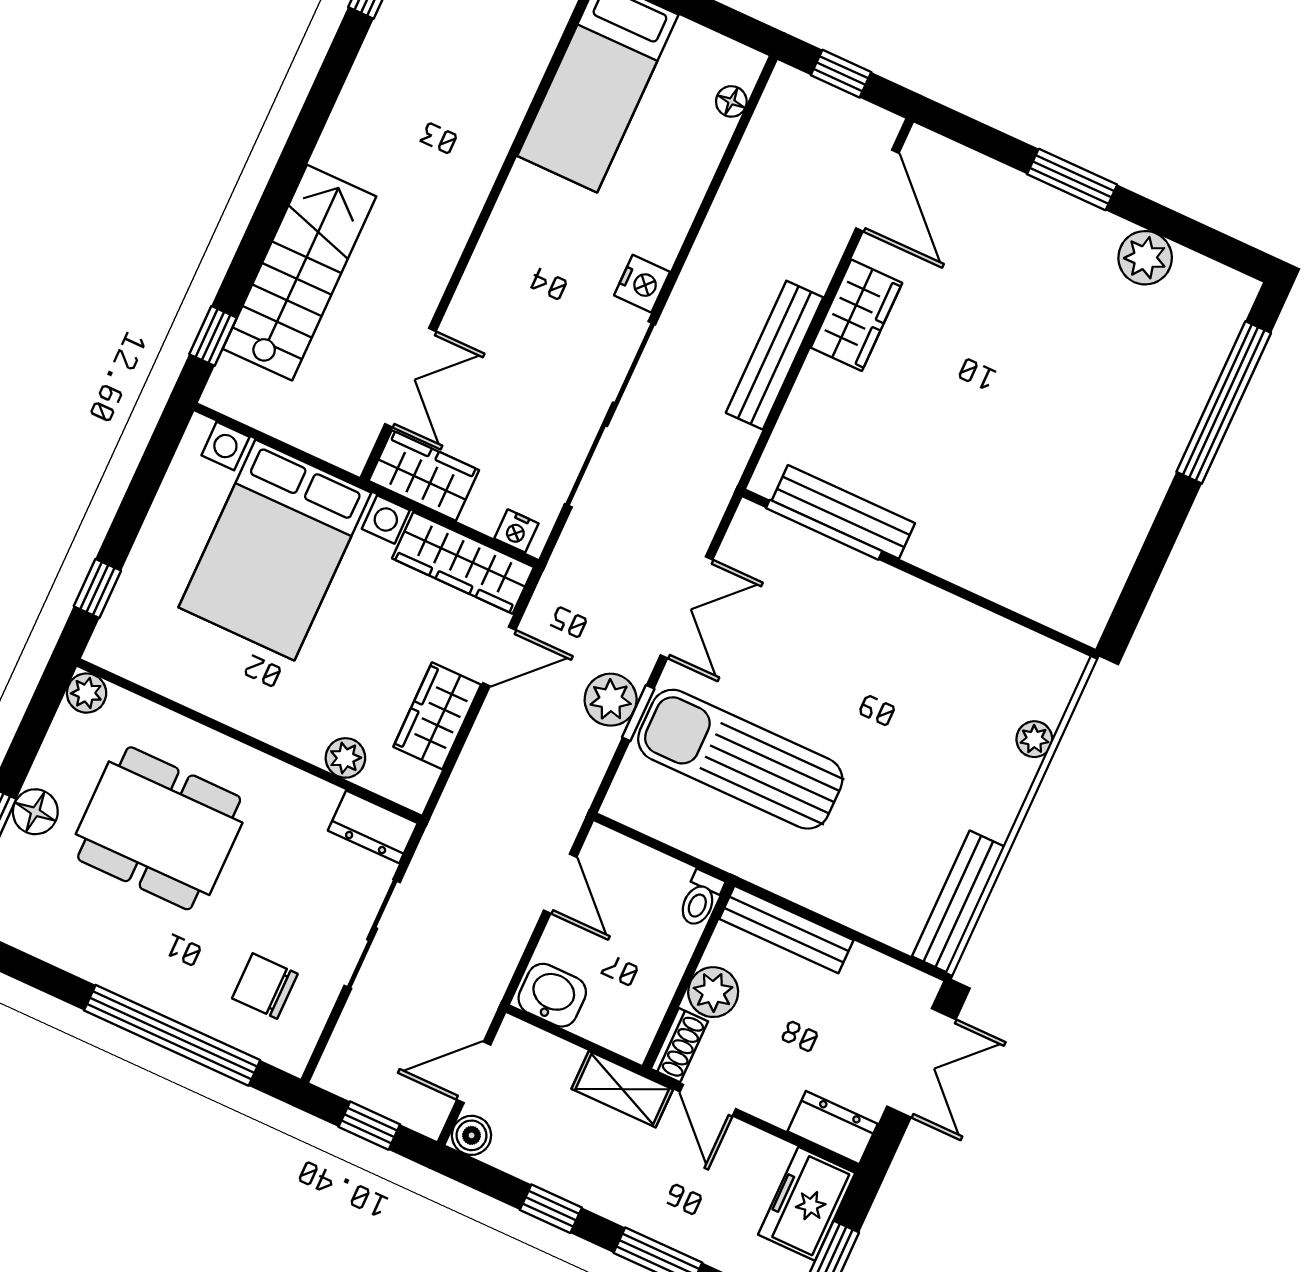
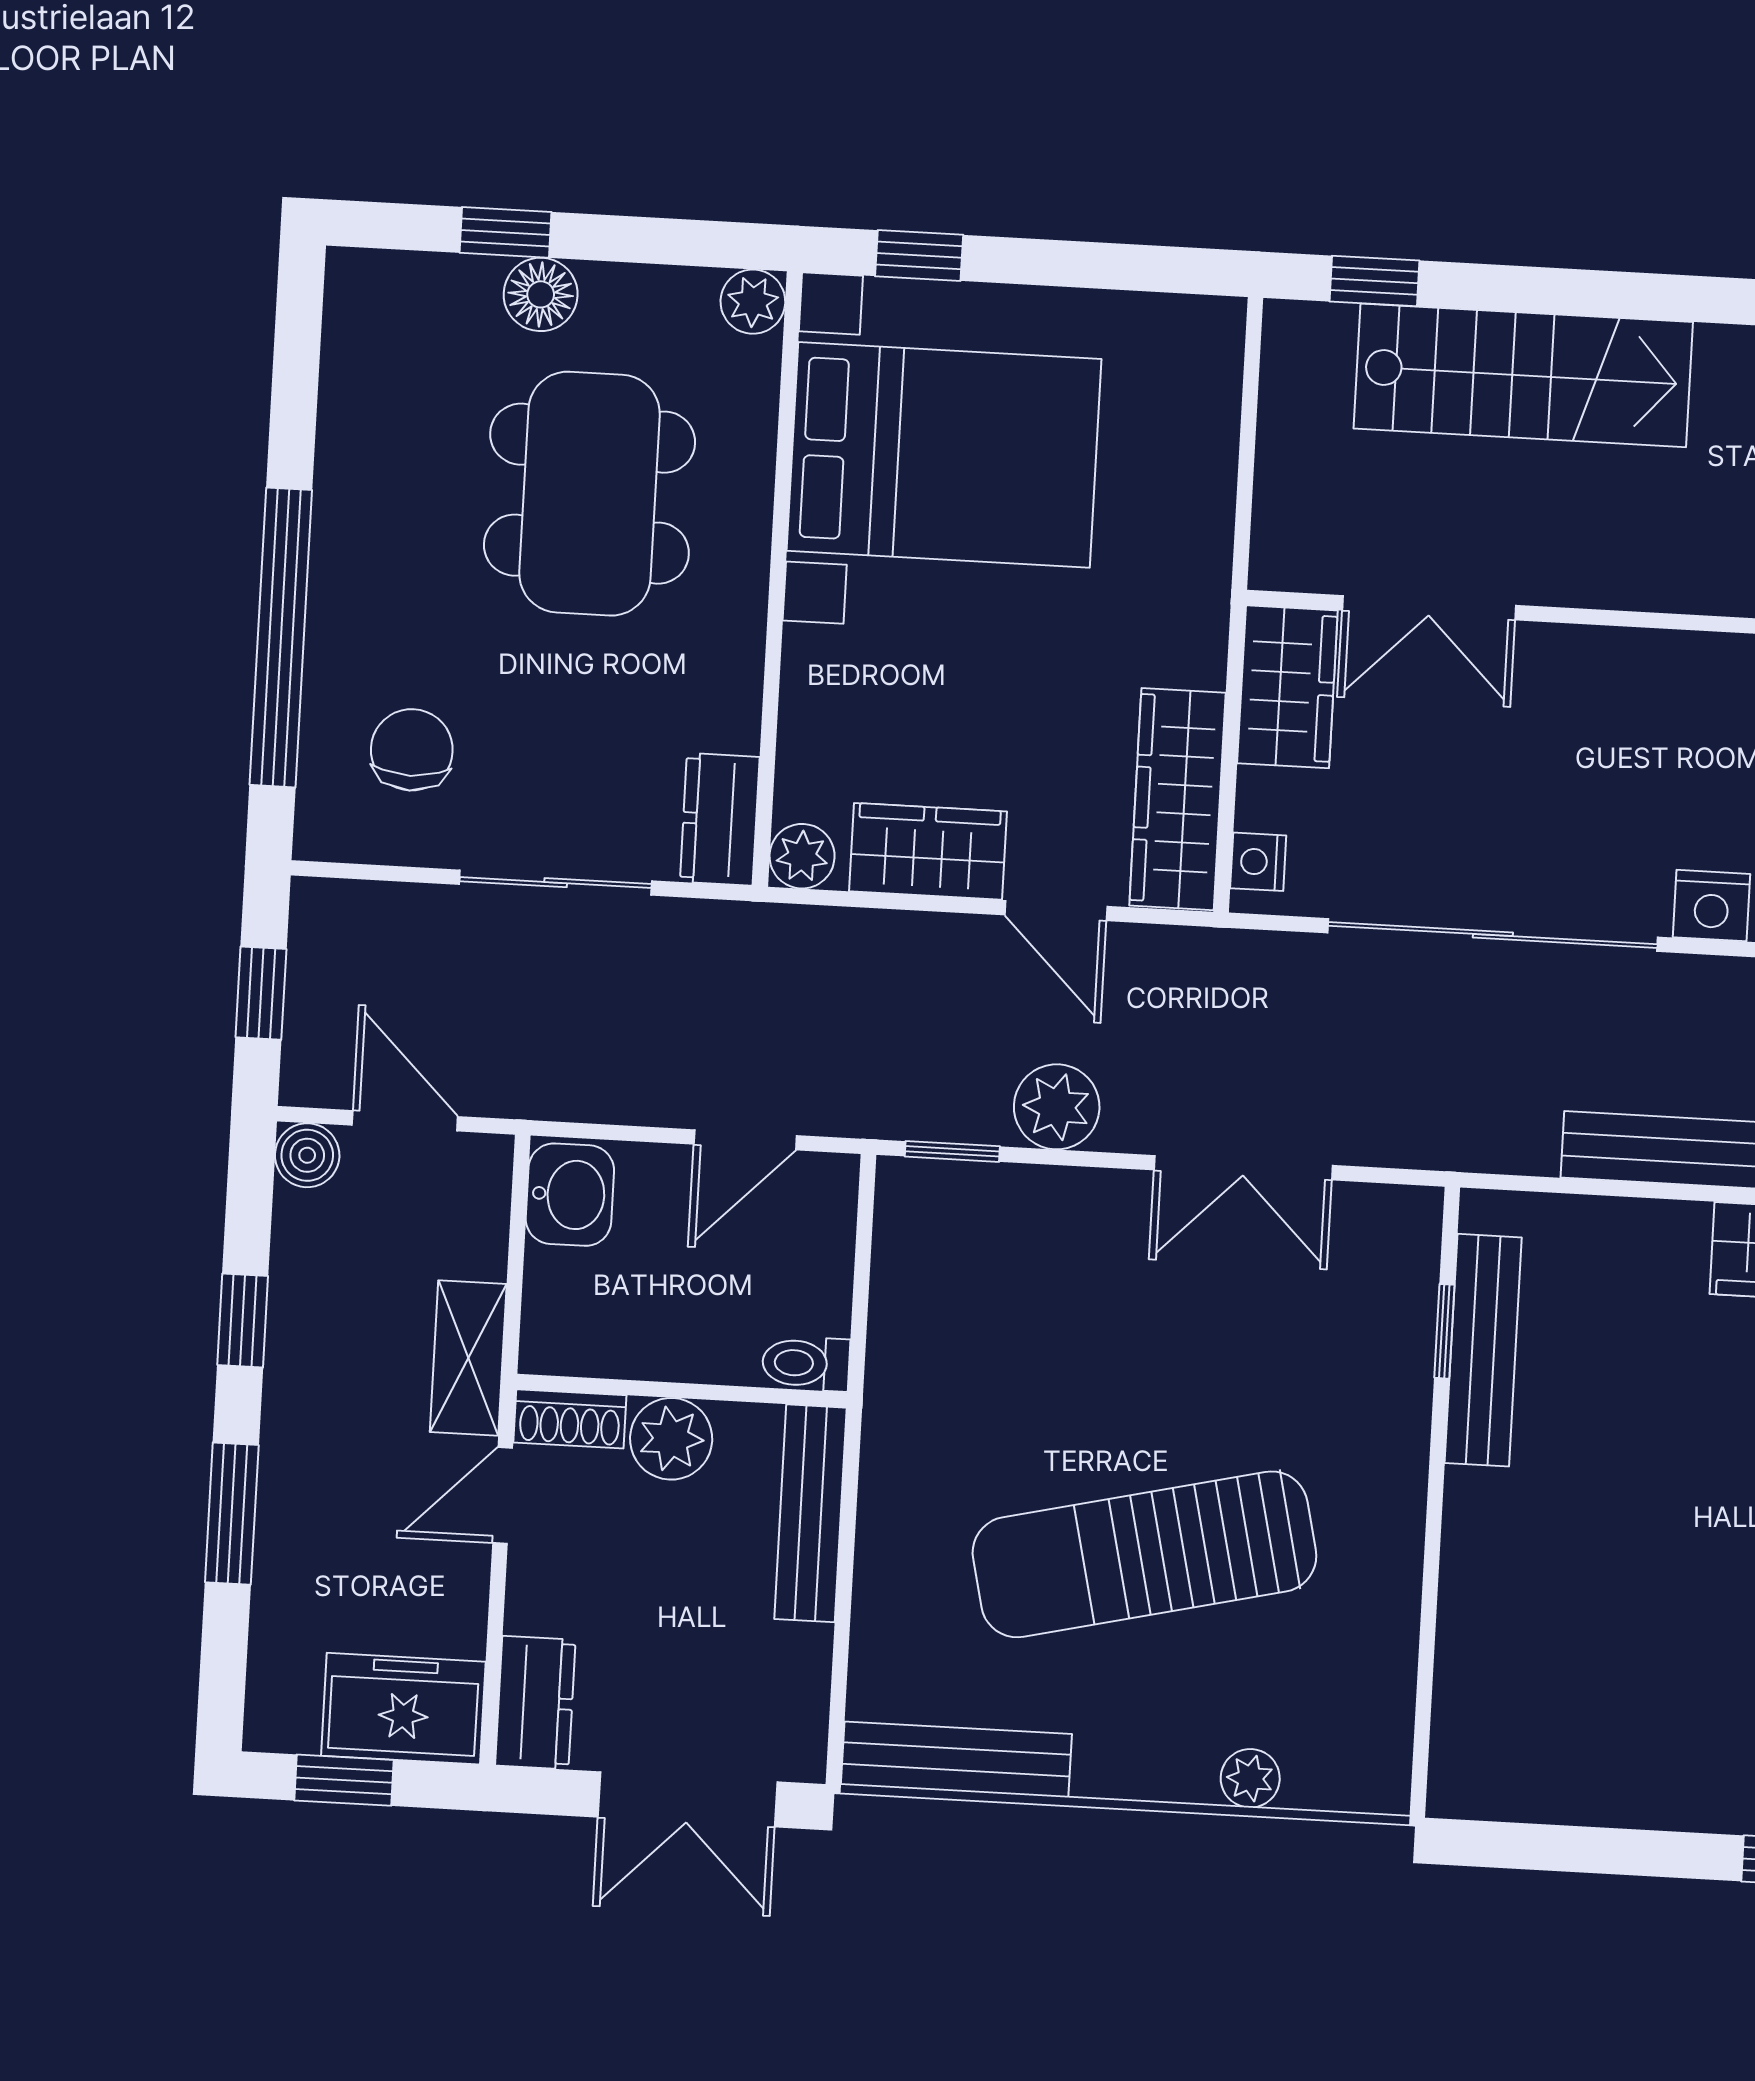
window: (824, 530) -> (1444, 1331), width x0.46
bed with nightstands: (275, 550) -> (944, 455), moved, turned 180
window: (638, 713) -> (952, 1151), moved
plant: (345, 758) -> (802, 856), moved
sun lounger: (740, 759) -> (1144, 1554), moved, turned -103

